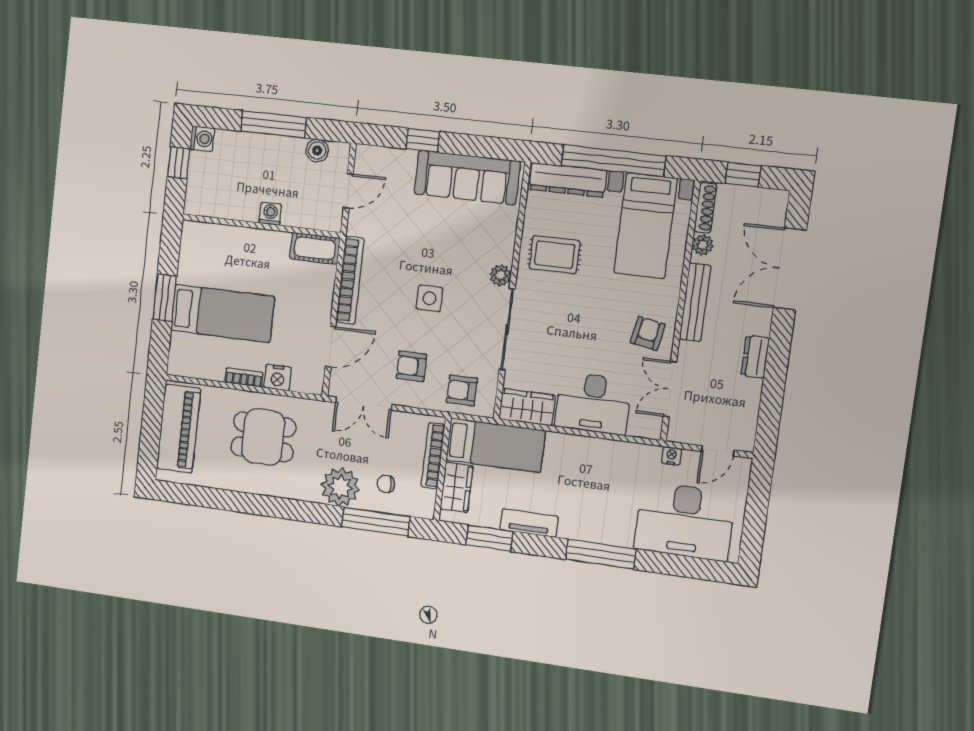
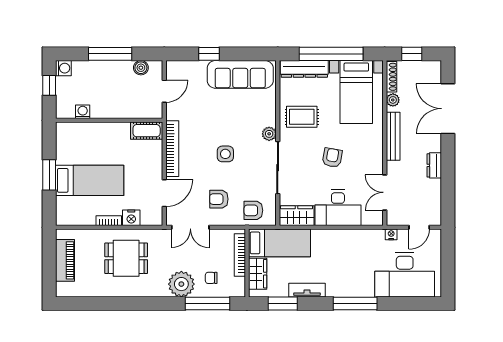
washing machine: (270, 214) -> (83, 112), moved
armchair: (648, 333) -> (332, 158), moved
piano: (179, 429) -> (65, 260), width x0.73, depth x0.75

